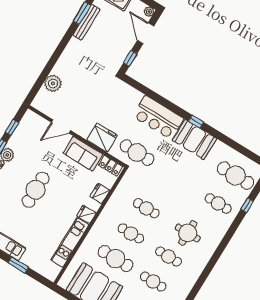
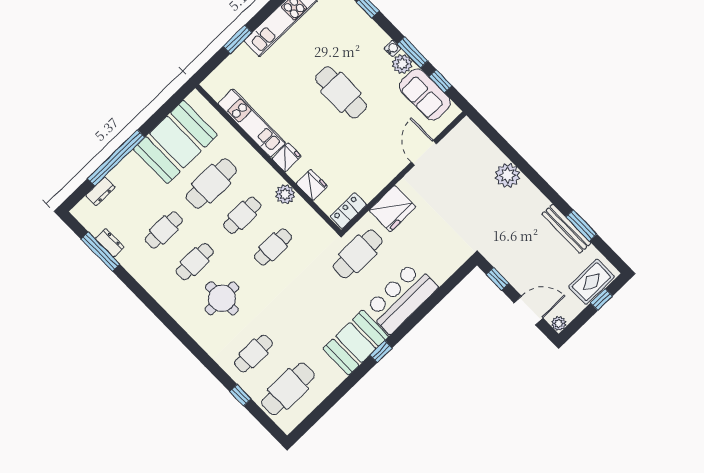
plant: (53, 83) -> (507, 175), moved
sofa: (83, 154) -> (425, 94), moved, turned -90
plant: (110, 209) -> (285, 194), added

